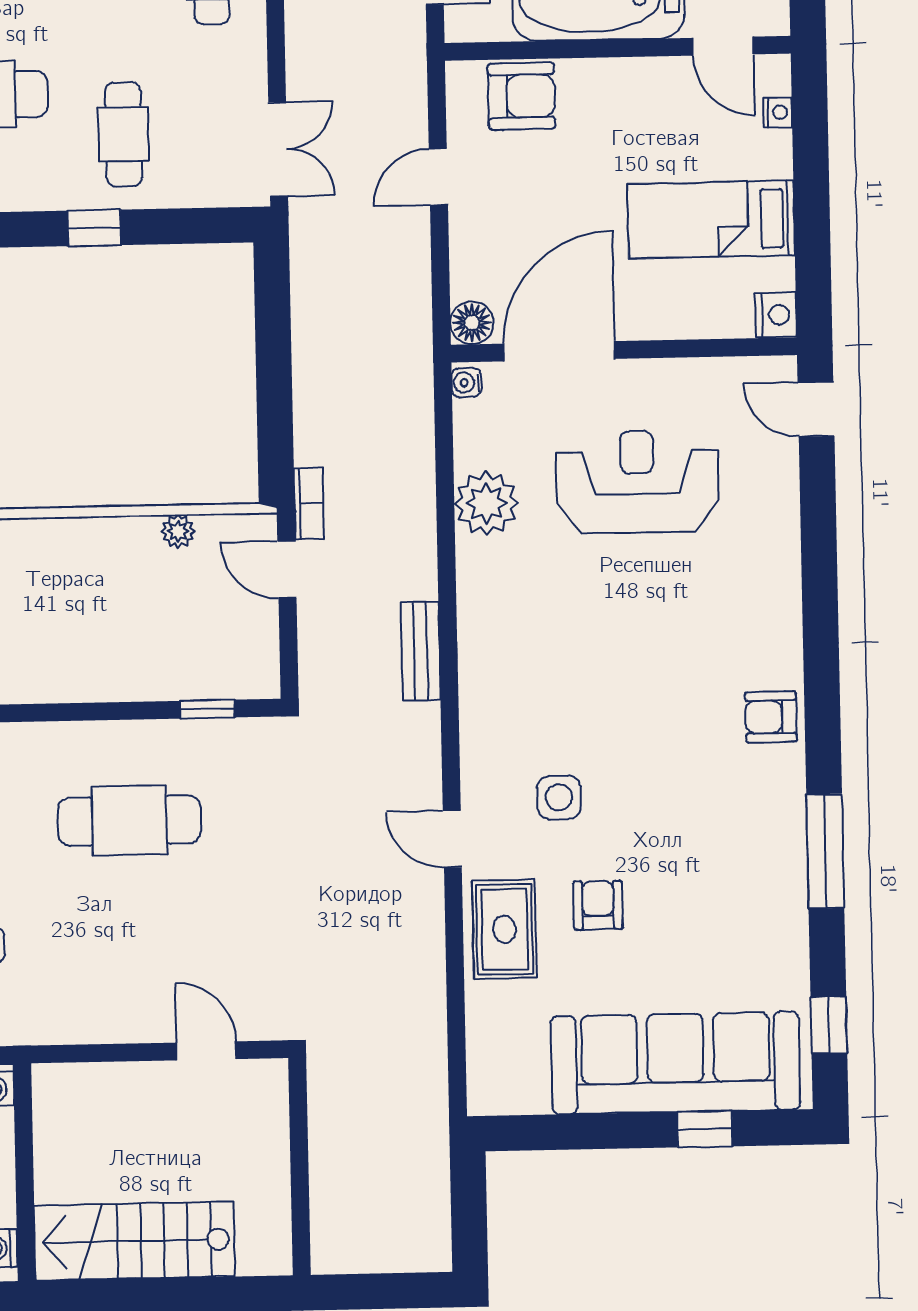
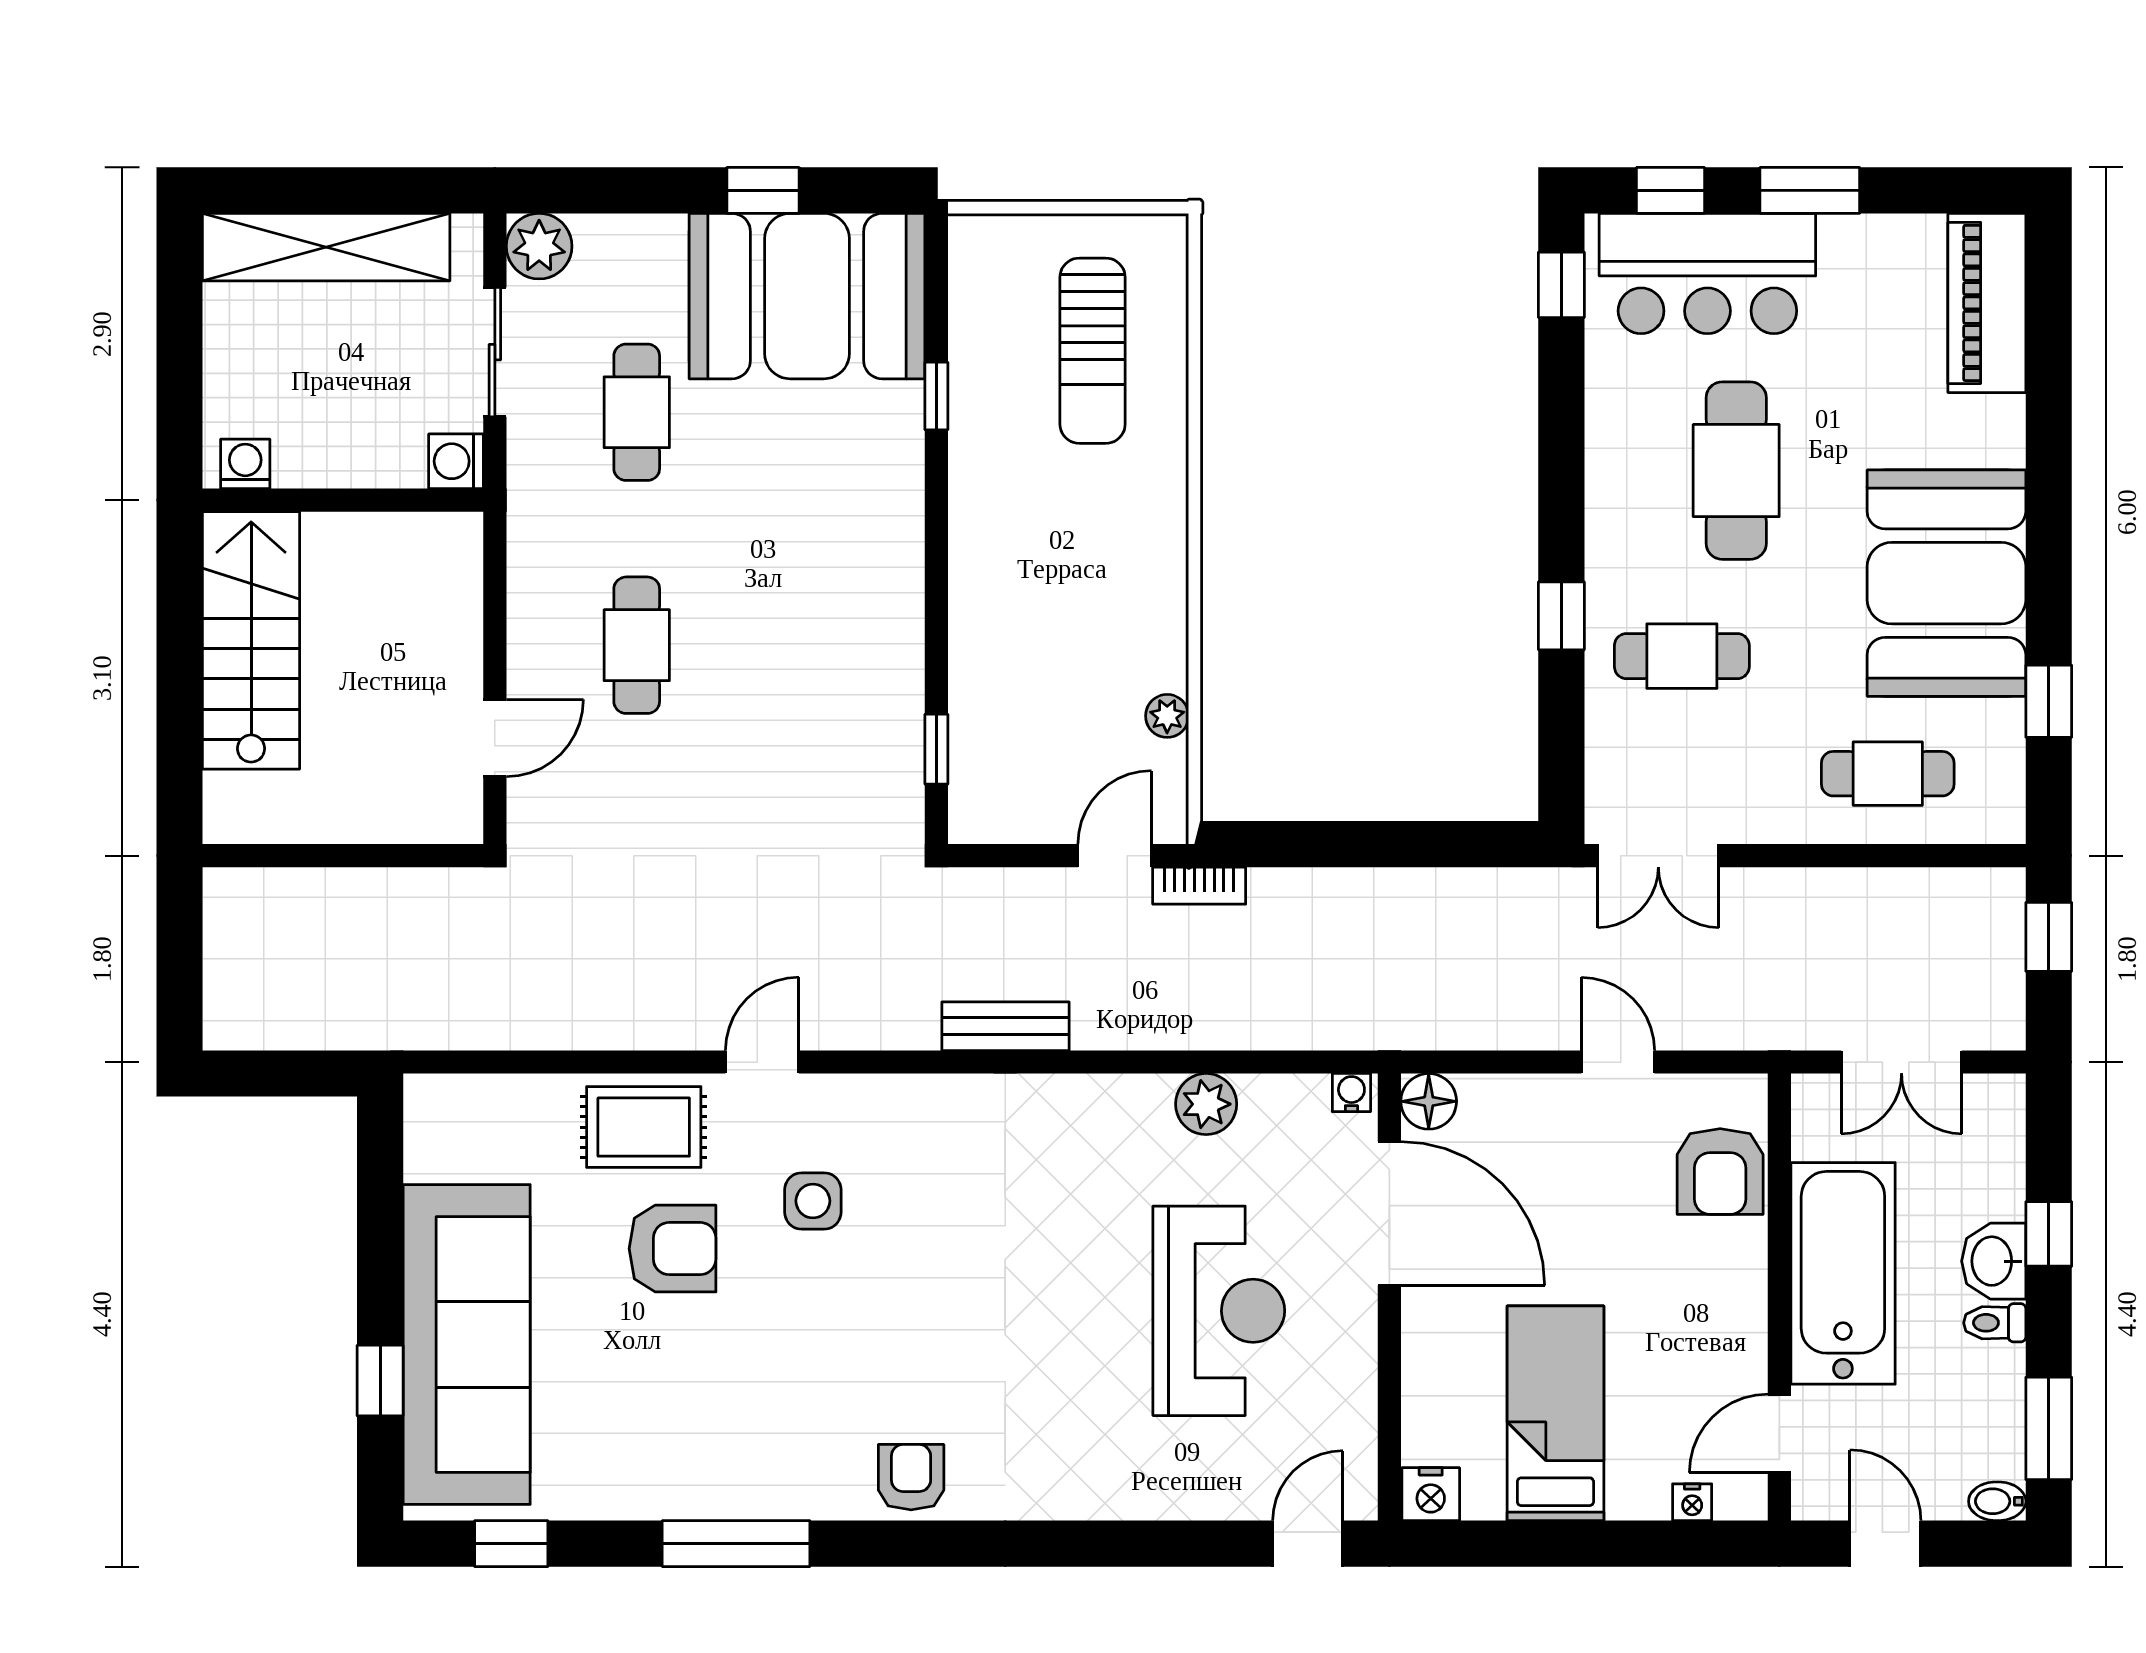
plant: (486, 503) -> (1206, 1104), width x0.73, depth x0.73
cafe table: (129, 821) -> (637, 645), moved, width x0.73, depth x0.74
armchair: (598, 905) -> (672, 1249), width x1.38, depth x1.38

